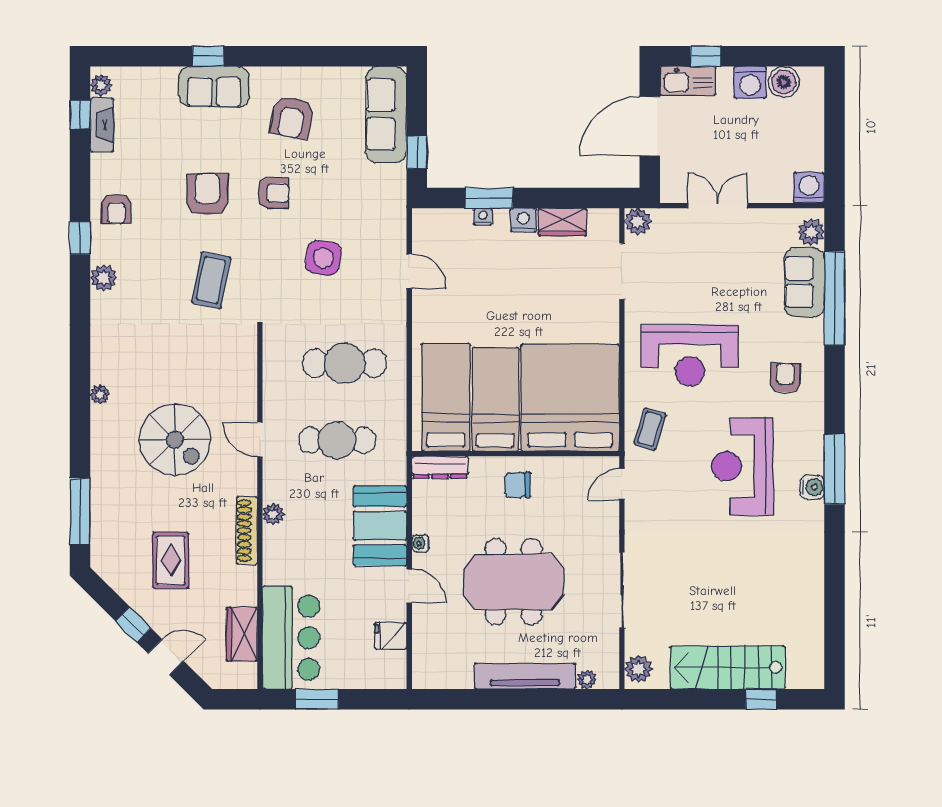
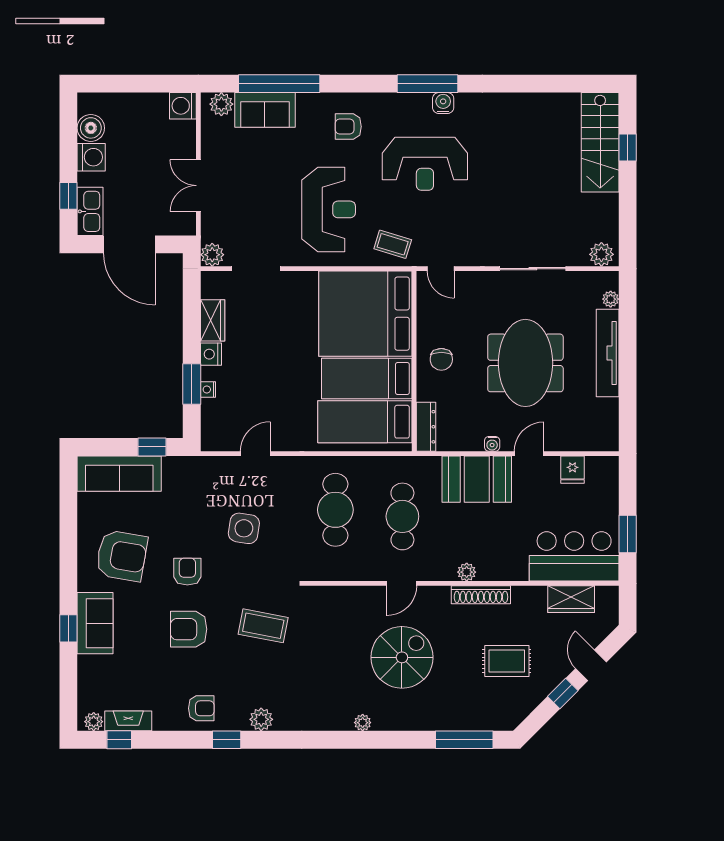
armchair: (292, 117) -> (122, 556), width x1.36, depth x1.36
stairs: (727, 668) -> (600, 142), moved

